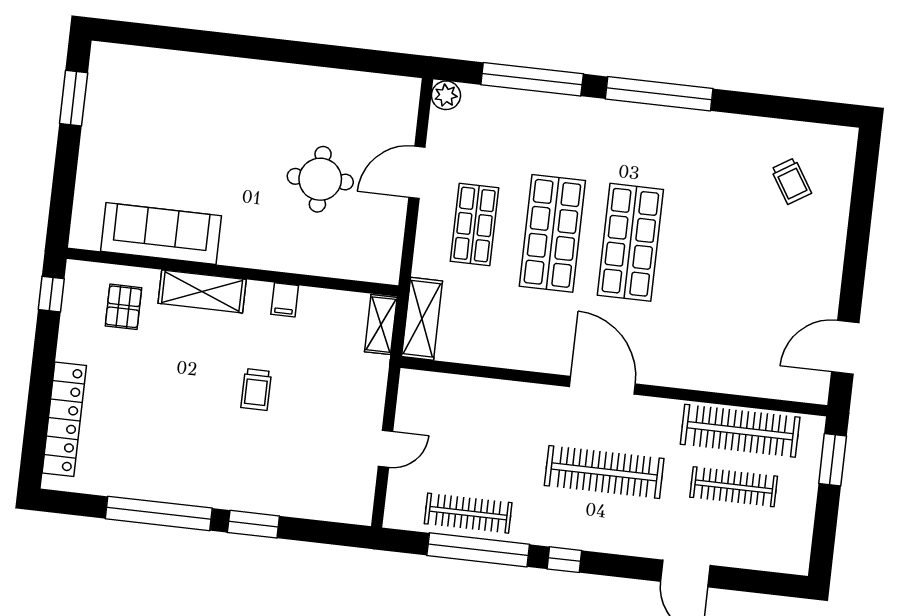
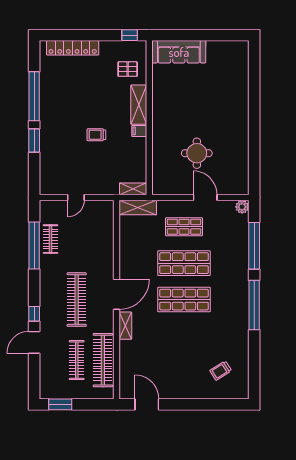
window: (74, 98) -> (221, 35), removed
sofa: (161, 234) -> (179, 52), moved, turned 90
filing cabinet: (285, 300) -> (139, 131), moved
shelving: (672, 374) -> (125, 326), added
door: (385, 449) -> (76, 197), hinge flipped
window: (833, 460) -> (60, 404), moved
clothes rail: (468, 513) -> (51, 239), width x0.73
window: (564, 560) -> (34, 314), moved

